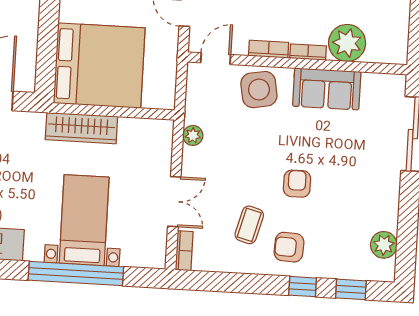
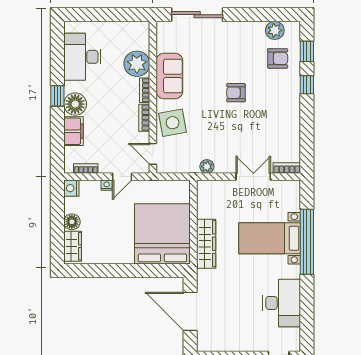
coffee table: (249, 225) -> (266, 124), removed
armchair: (289, 247) -> (278, 58), moved, turned -93

